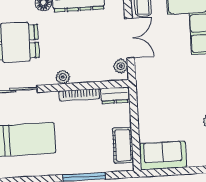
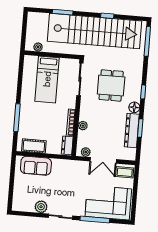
plant: (63, 77) -> (83, 126), moved
sofa: (163, 156) -> (36, 166), moved, turned 90

